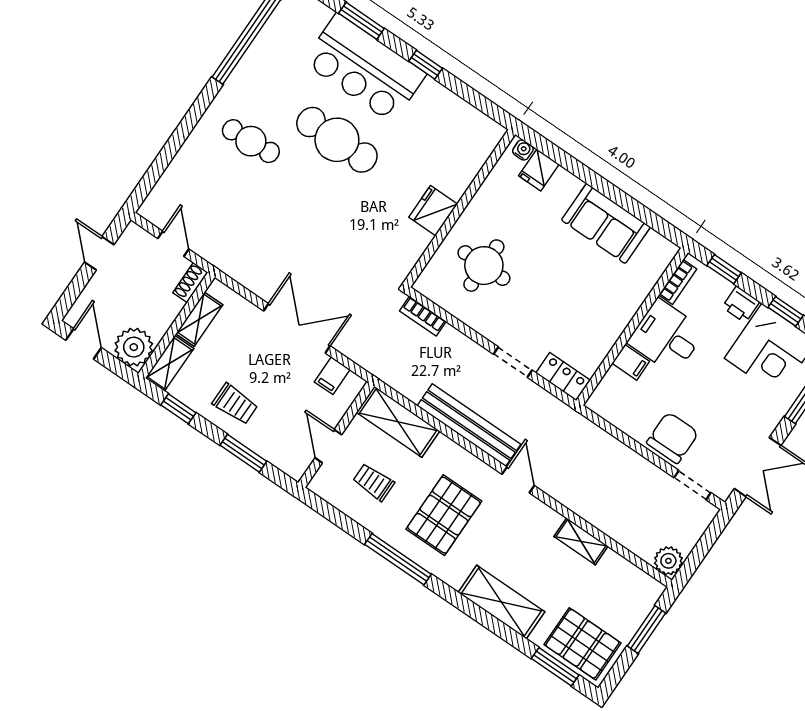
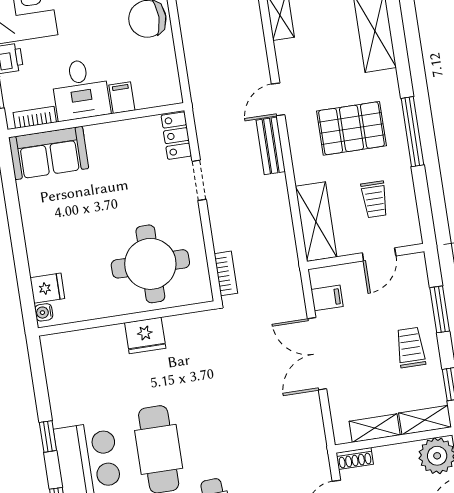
sofa: (606, 223) -> (49, 153), moved, turned 90
round table: (484, 266) -> (150, 264), width x1.36, depth x1.36
bench: (469, 425) -> (271, 146), width x0.54, depth x0.82

